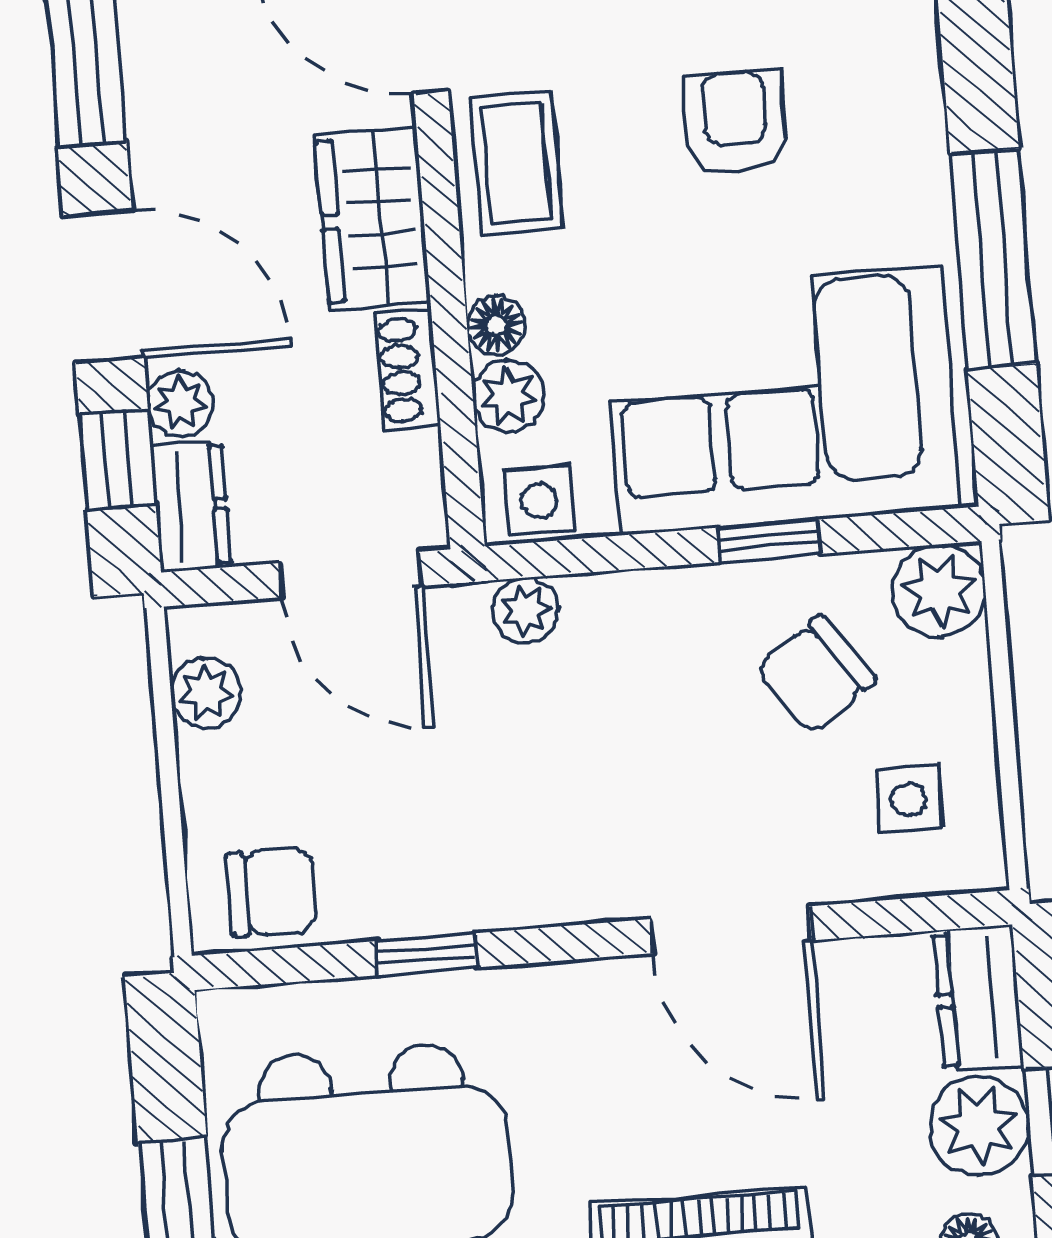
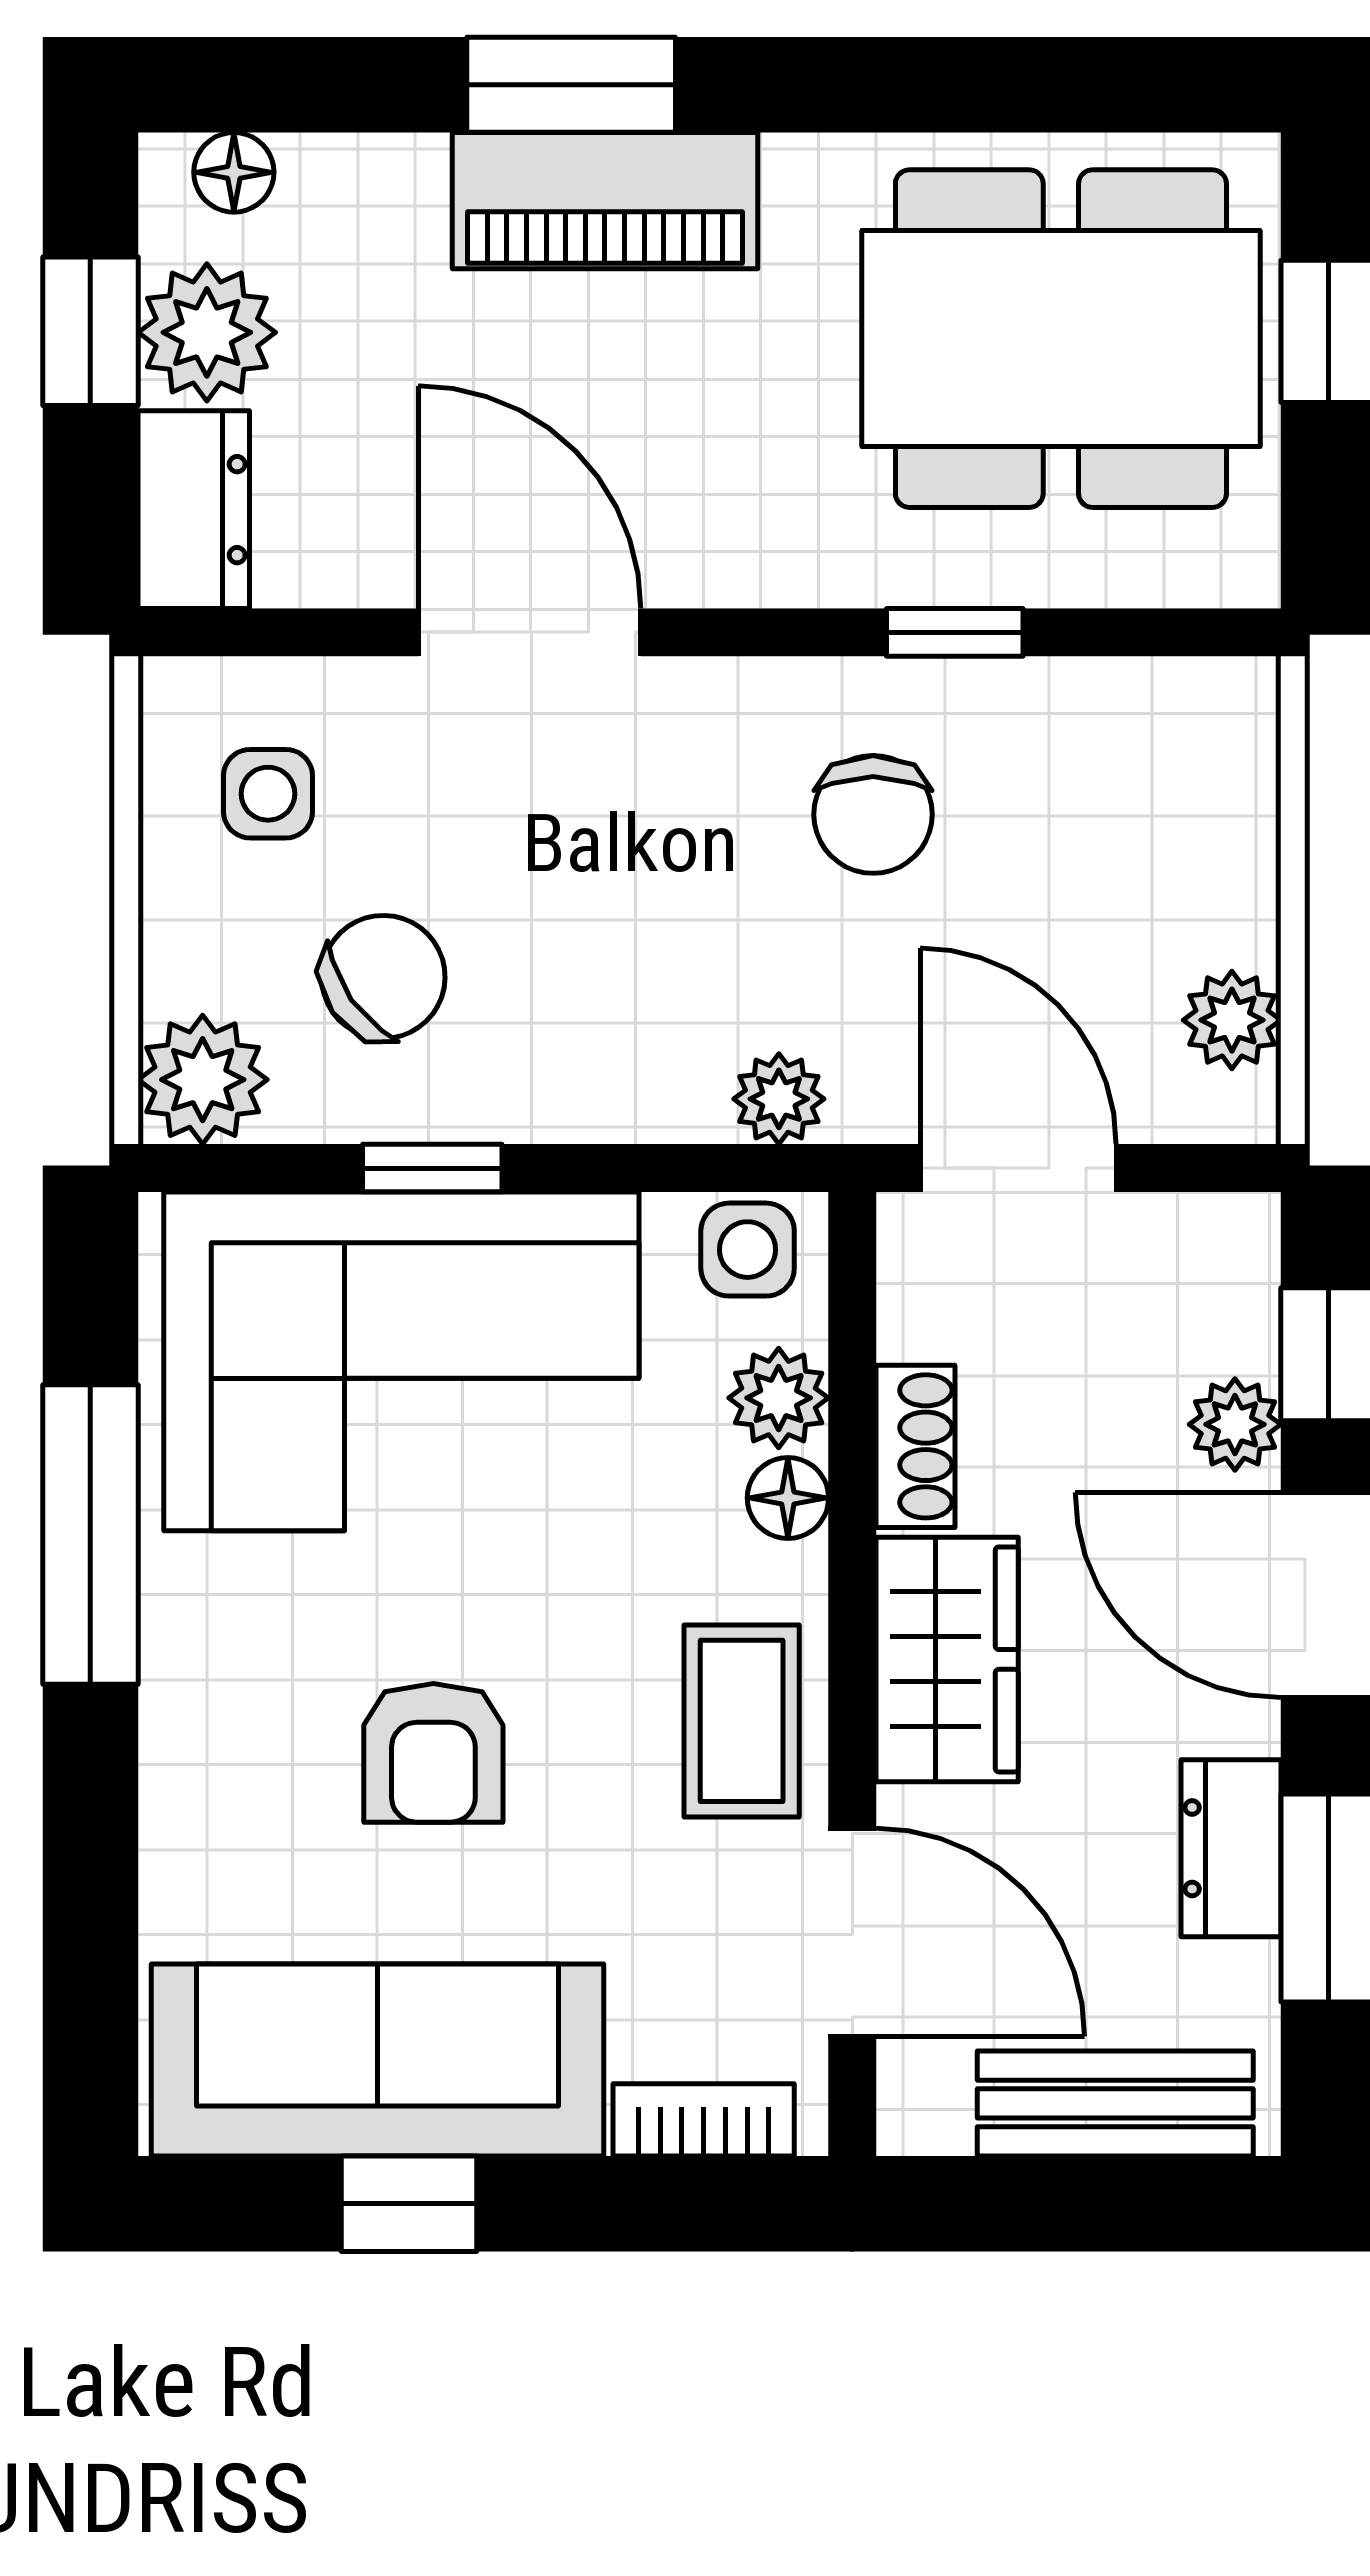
dresser: (191, 506) -> (1231, 1848), moved
chair: (272, 892) -> (873, 814), moved, turned -90

